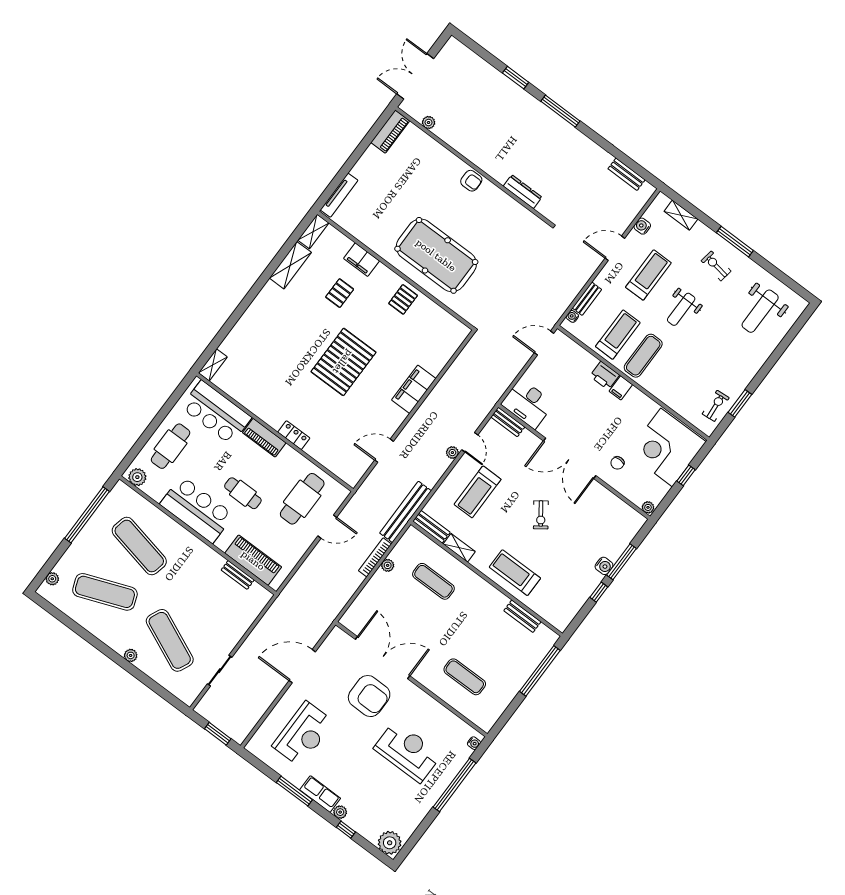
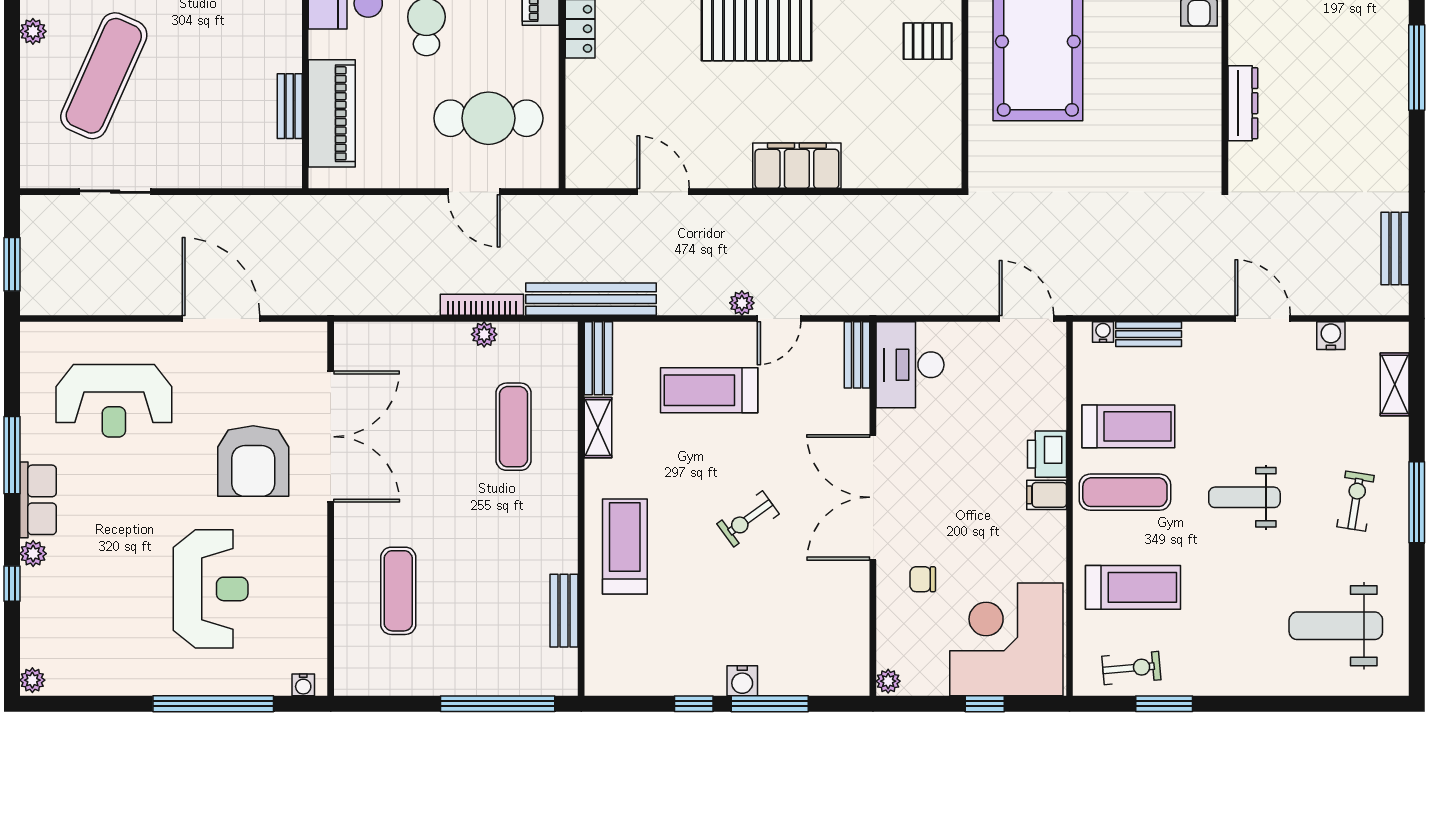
treadmill: (648, 275) -> (1133, 587), moved
plant: (390, 843) -> (32, 680), width x0.53, depth x0.53

